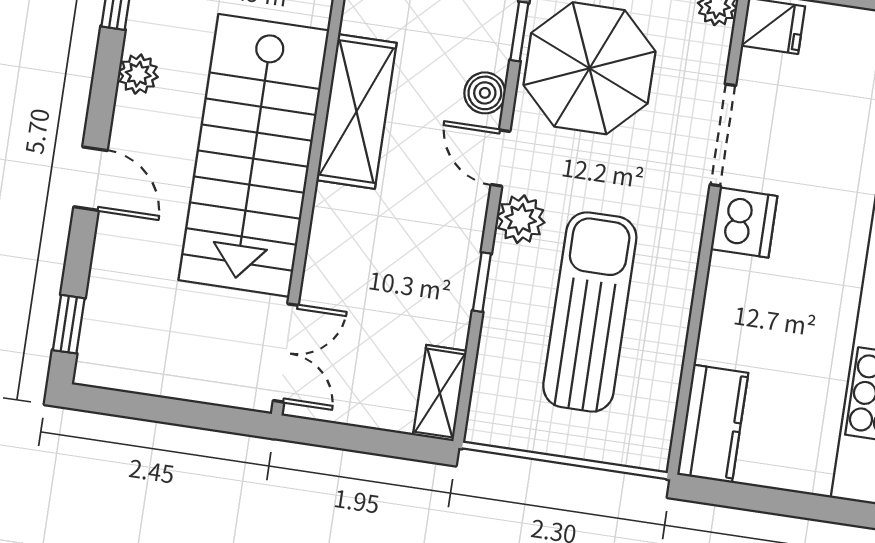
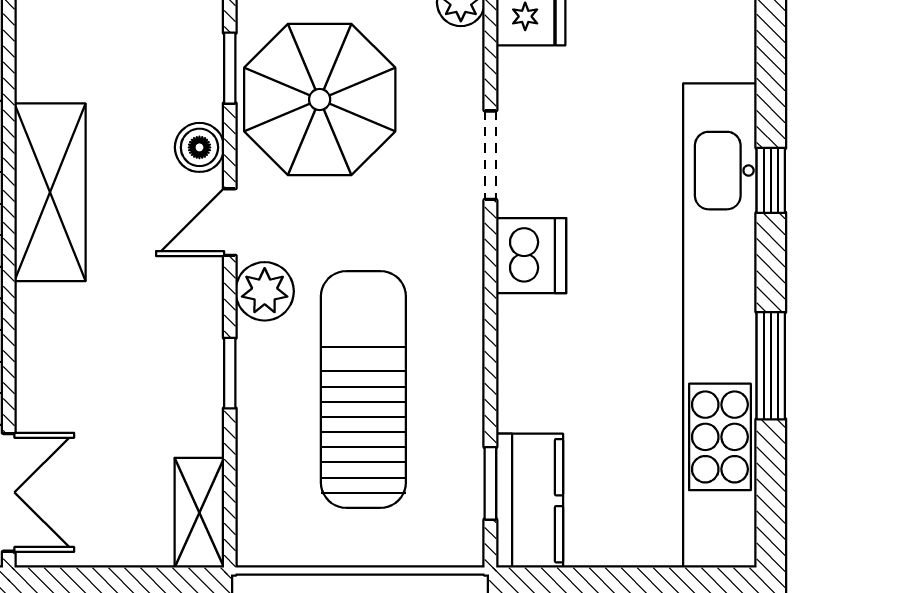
doorway: (723, 135) -> (490, 155), width x0.73
door: (501, 158) -> (230, 222), hinge flipped
window: (683, 405) -> (490, 483), added

